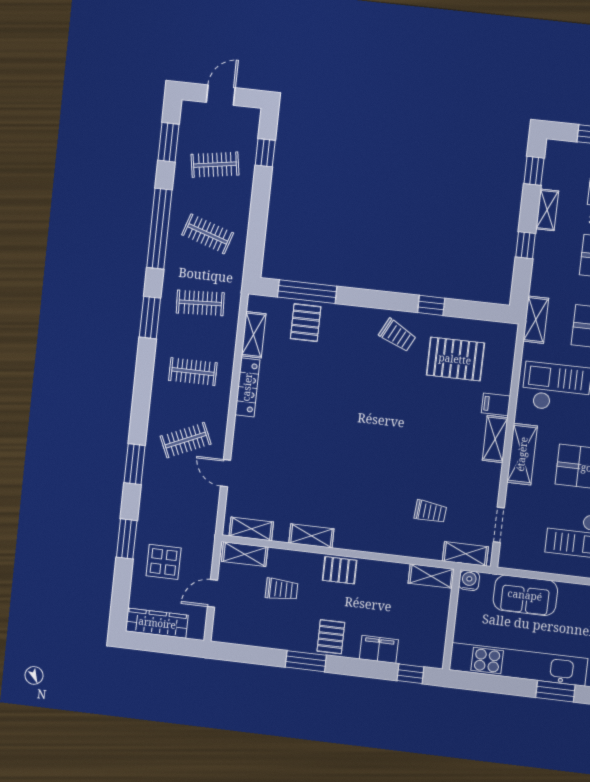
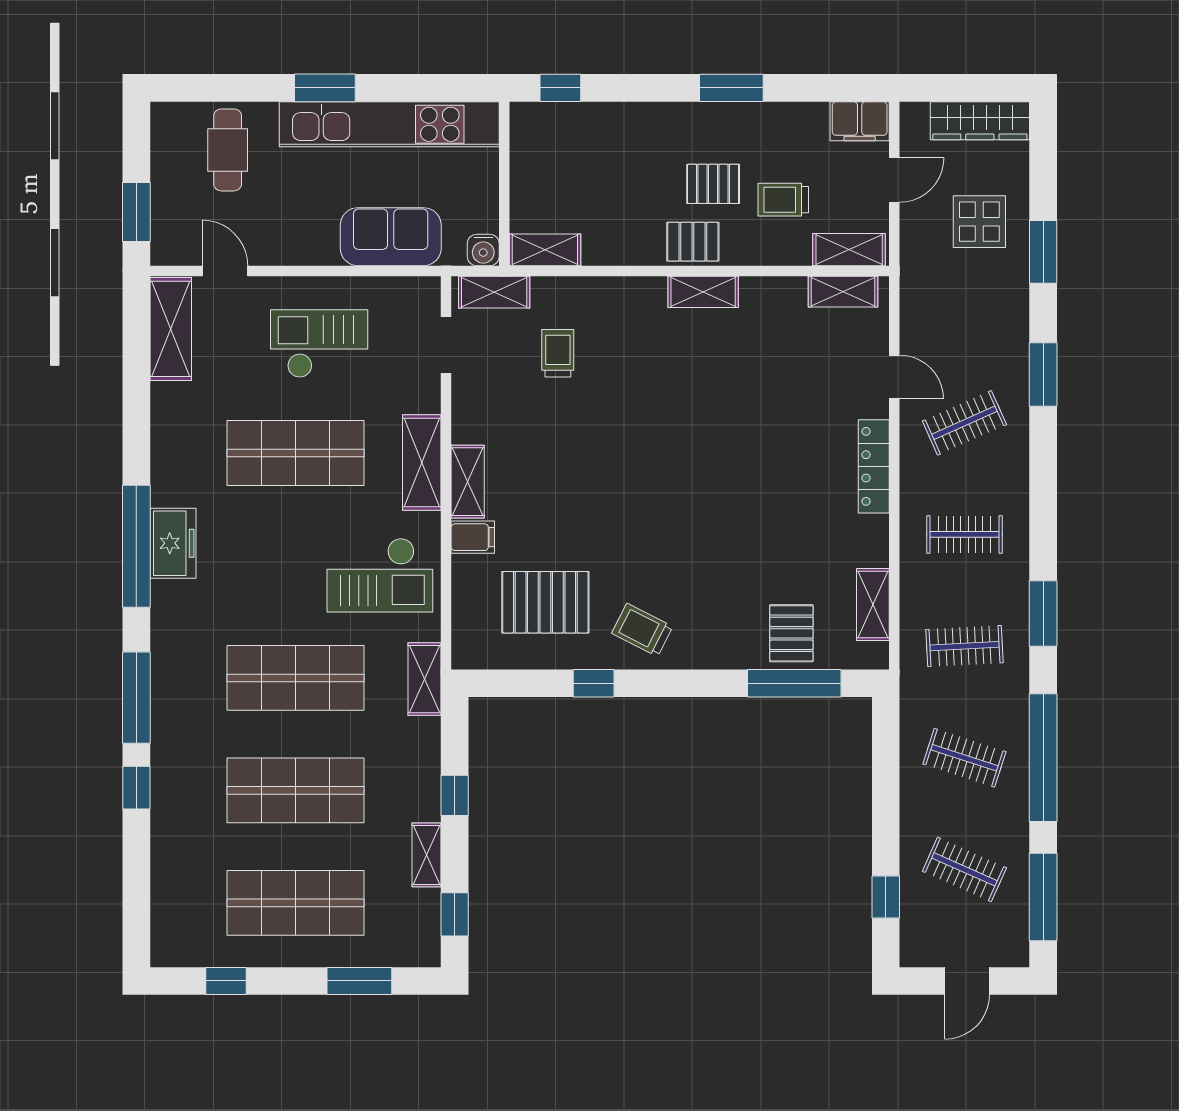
window: (168, 142) -> (1043, 897), width x1.44
clothes rail: (215, 165) -> (964, 869), turned 33
locker: (247, 387) -> (874, 466), moved
trolley: (430, 512) -> (558, 353), turned 85
shelving: (311, 536) -> (703, 292), moved
pallet: (331, 637) -> (713, 184), moved, turned 90
filing cabinet: (379, 649) -> (860, 121), moved

